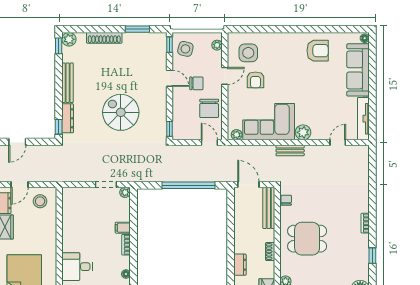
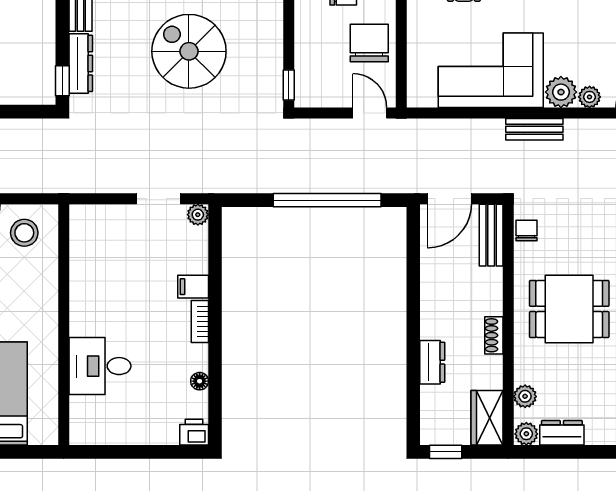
chair: (209, 108) -> (369, 43), turned 180
plant: (237, 135) -> (590, 97), moved
door: (248, 185) -> (449, 199), swing flipped
bench: (269, 208) -> (491, 235), width x0.73

